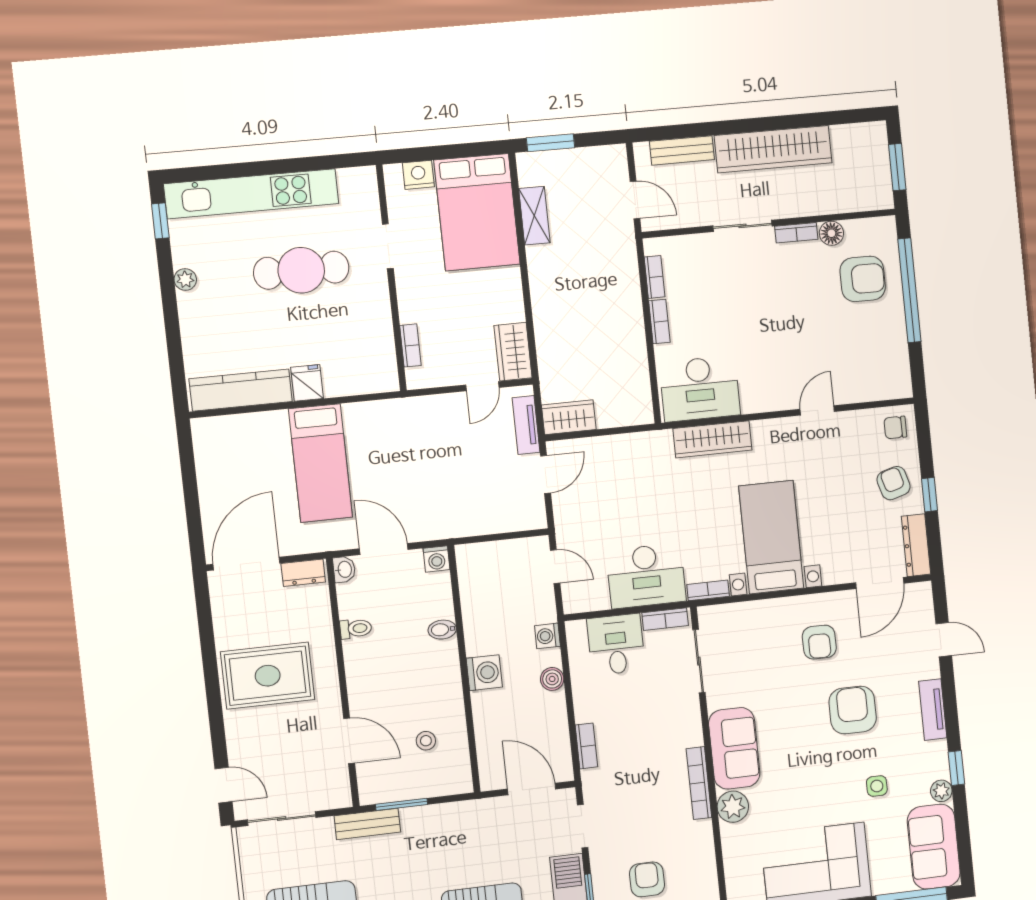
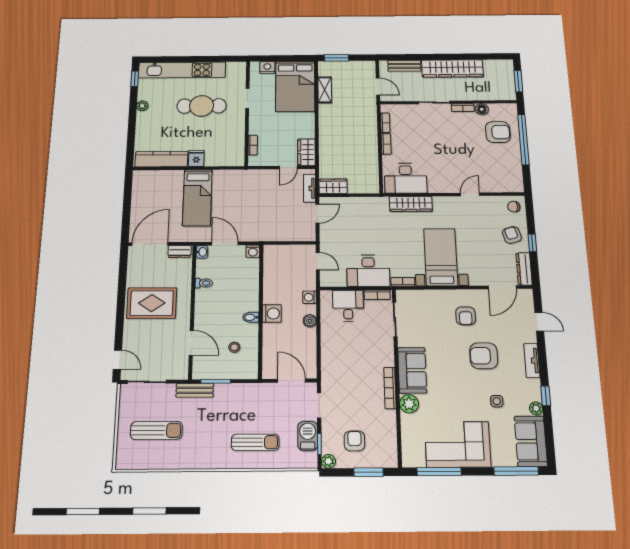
bidet: (442, 630) -> (251, 317), moved
armchair: (853, 710) -> (484, 356), turned -90
bookcase: (586, 746) -> (326, 360), removed

